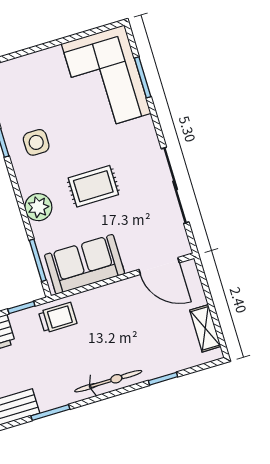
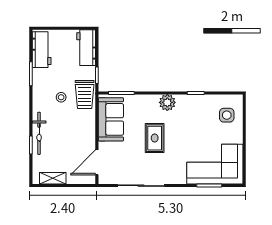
side table: (36, 142) -> (227, 115), moved
plant: (38, 207) -> (167, 102), moved
trolley: (58, 318) -> (85, 95), width x1.36, depth x1.39
stool: (73, 354) -> (61, 97), added
bicycle: (108, 381) -> (39, 133), moved

